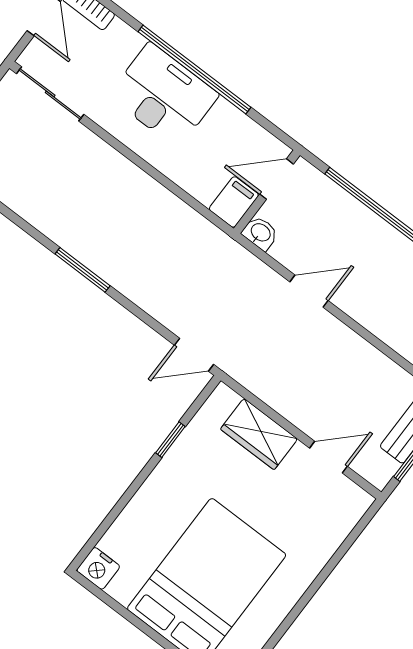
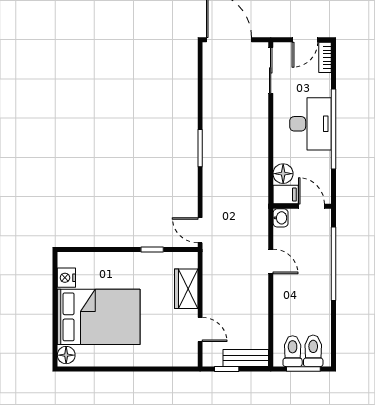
floor lamp: (203, 184) -> (283, 174), added
nightstand: (98, 568) -> (66, 278), moved

